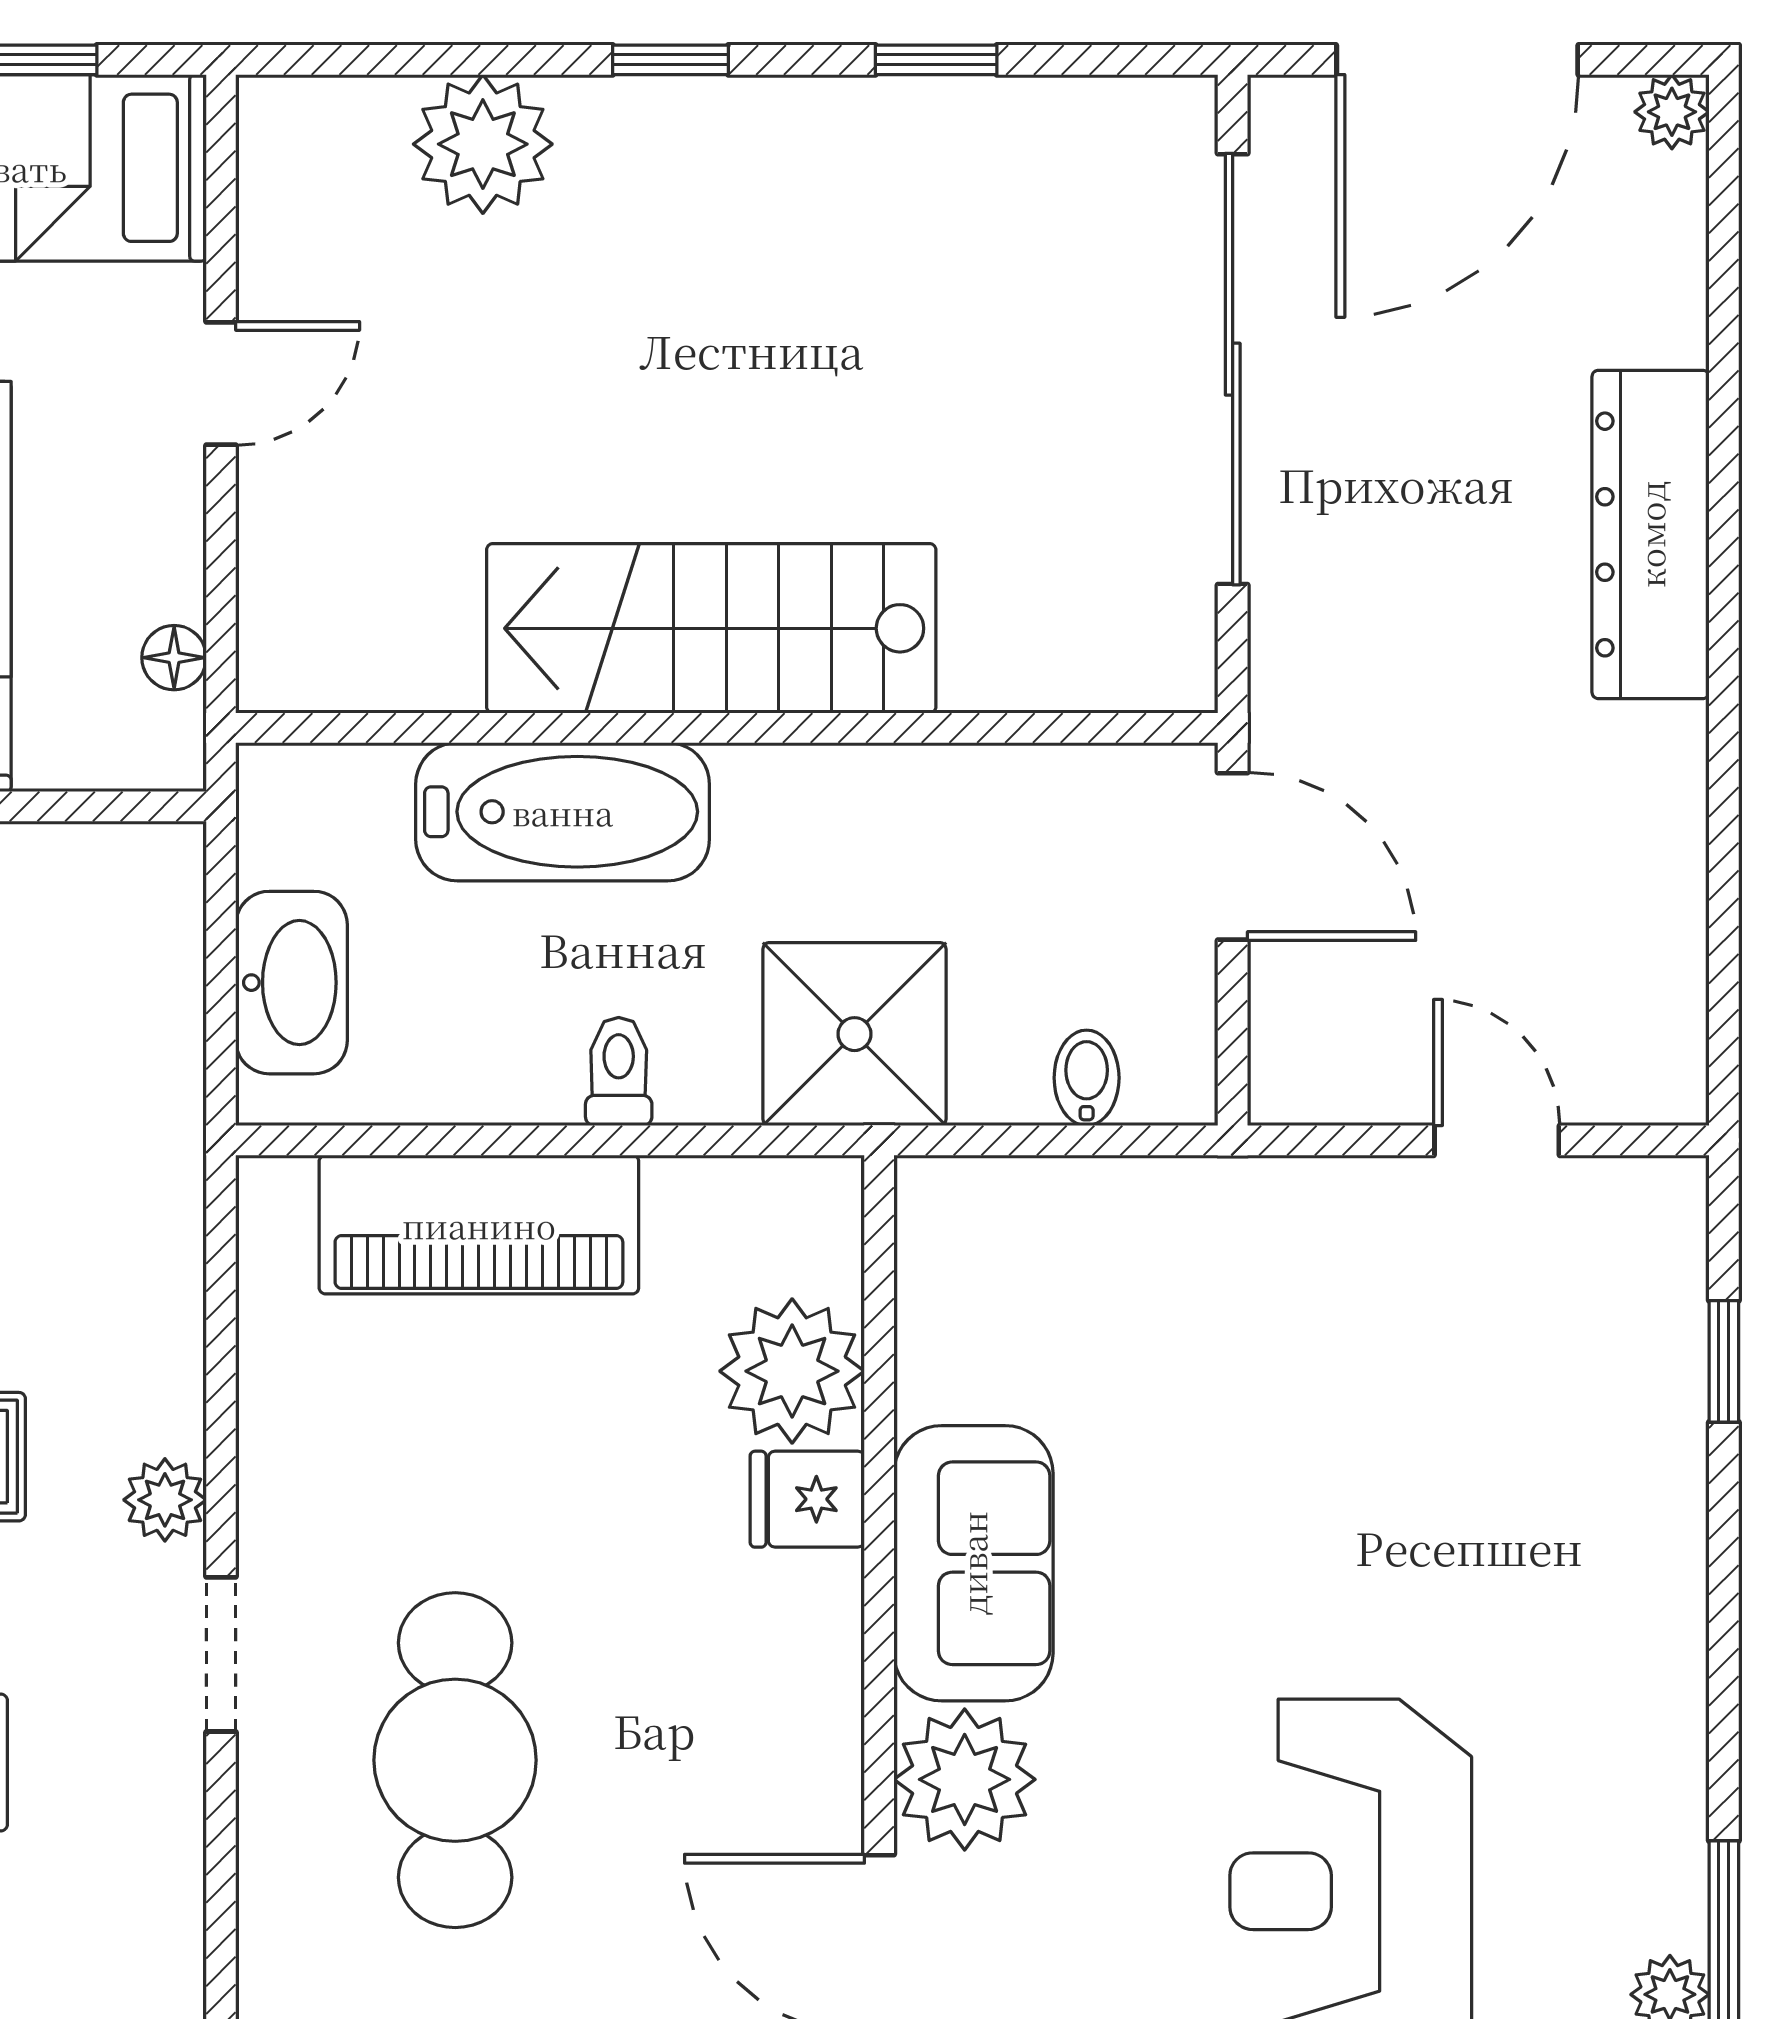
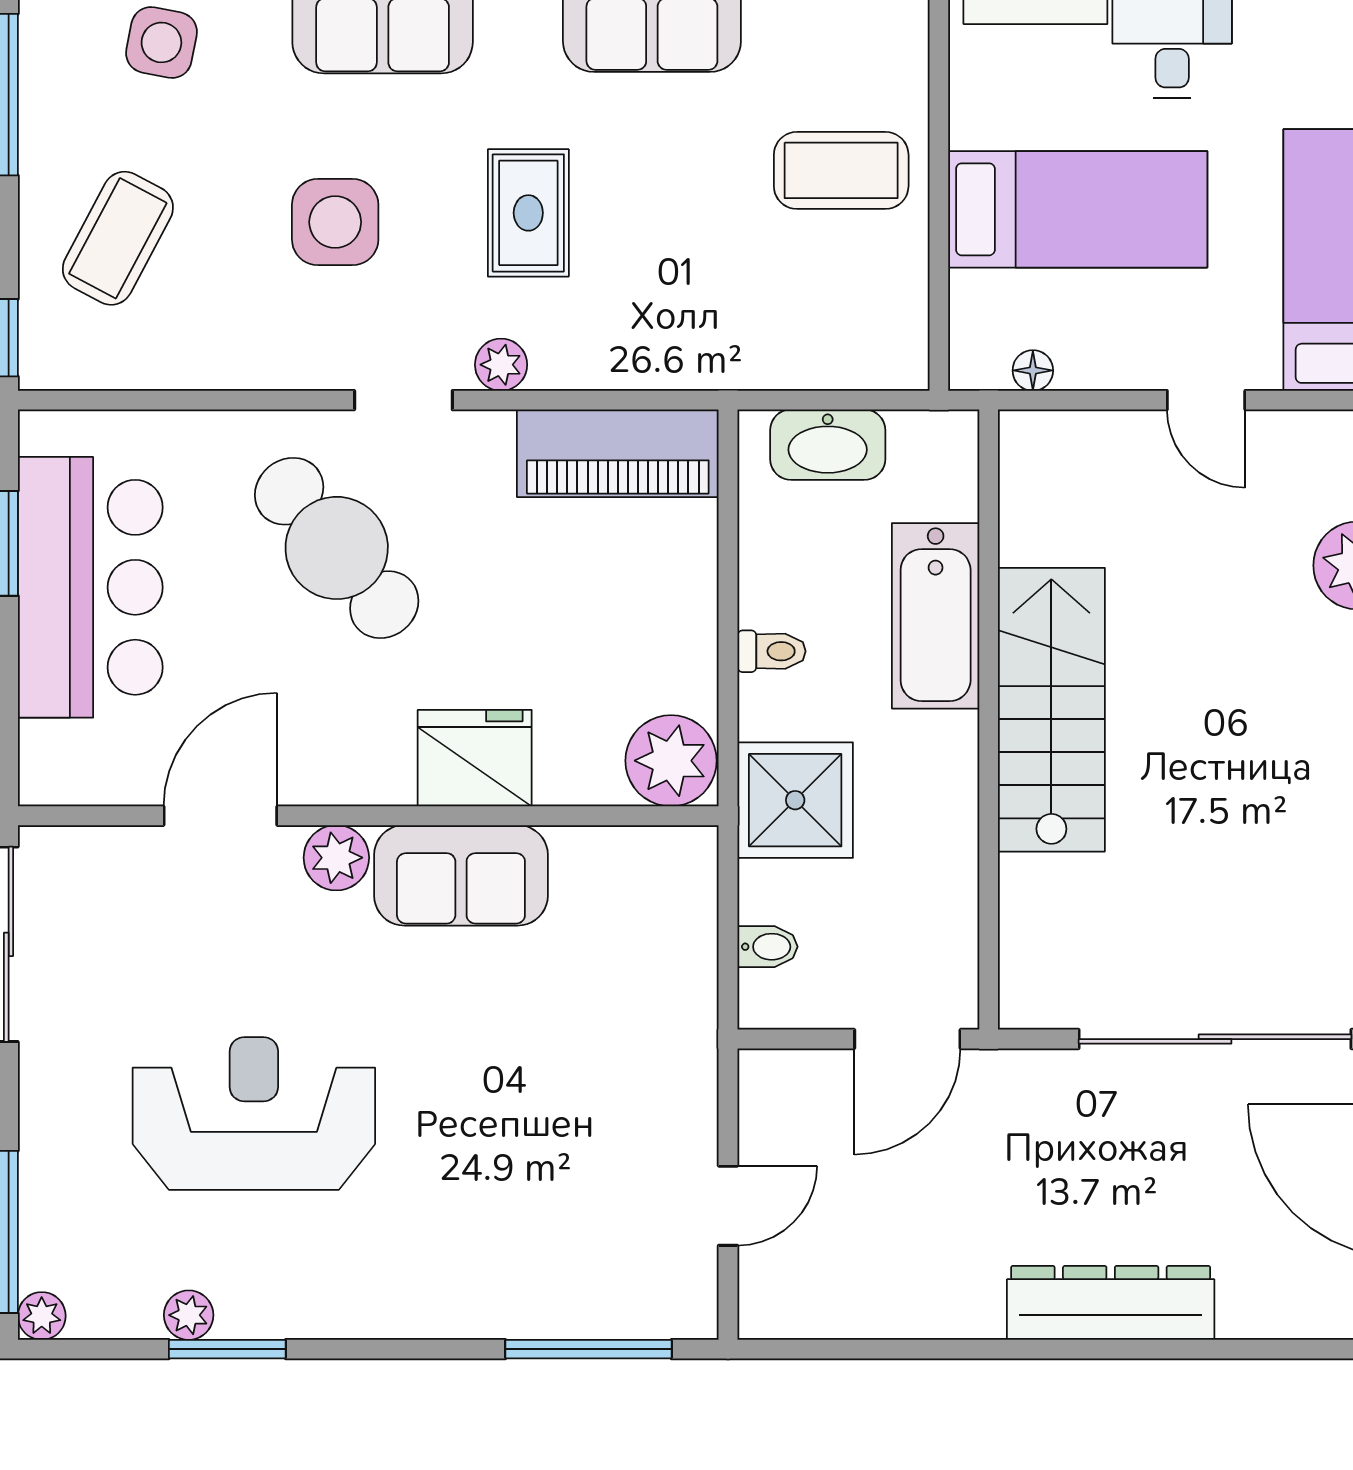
piano: (479, 1225) -> (618, 453), moved, turned -90
window: (1724, 1361) -> (588, 1349), width x2.17
plant: (792, 1371) -> (671, 761), moved
fridge: (807, 1499) -> (475, 758), width x1.88, depth x1.34
cafe table: (455, 1760) -> (337, 548), turned 50
plant: (965, 1779) -> (336, 858), width x0.73, depth x0.73

